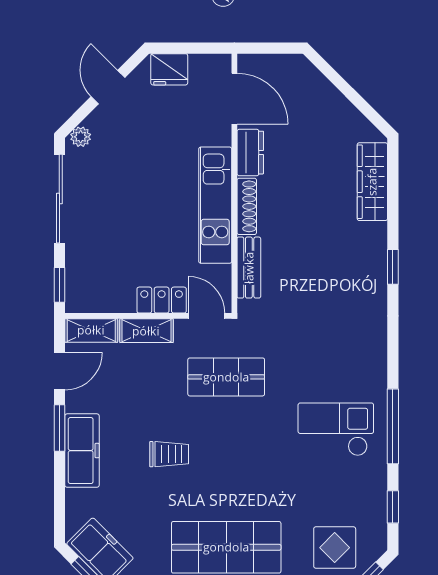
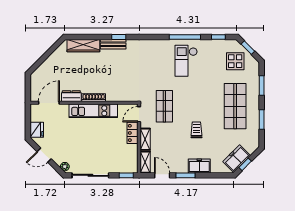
bench: (249, 268) -> (113, 44), moved
freezer: (82, 451) -> (199, 166), width x0.71

